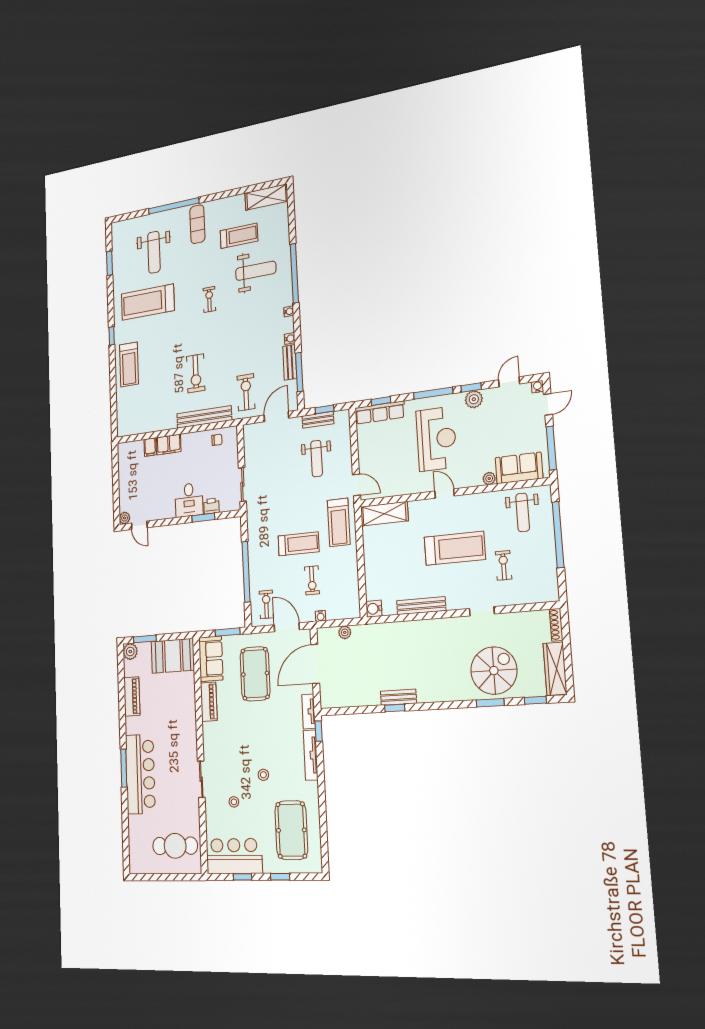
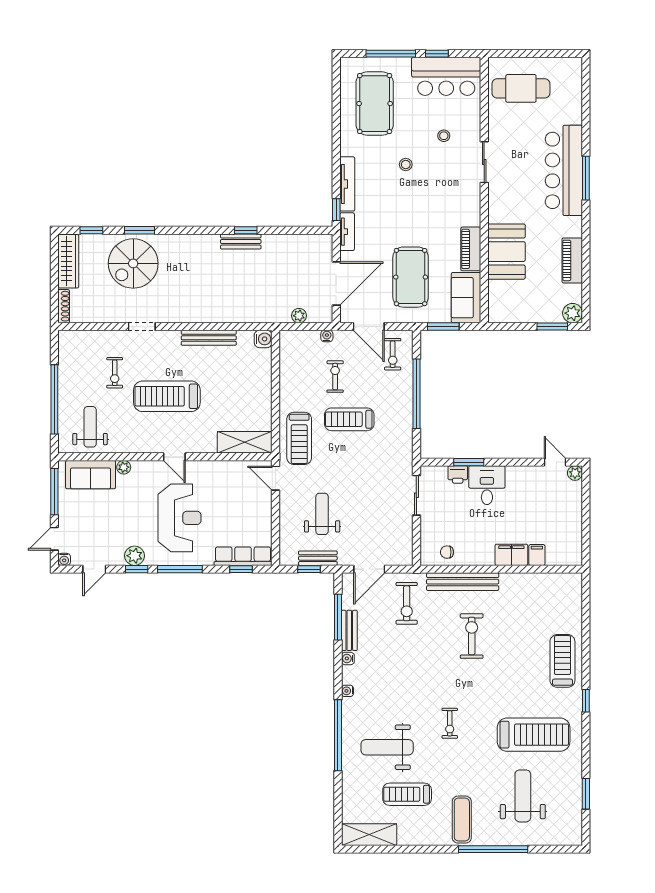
reception desk: (436, 439) -> (179, 518), turned 180
treadmill: (339, 522) -> (299, 438), turned 180
booth: (173, 656) -> (506, 252), moved, turned 90
window: (280, 877) -> (391, 54), width x2.17

